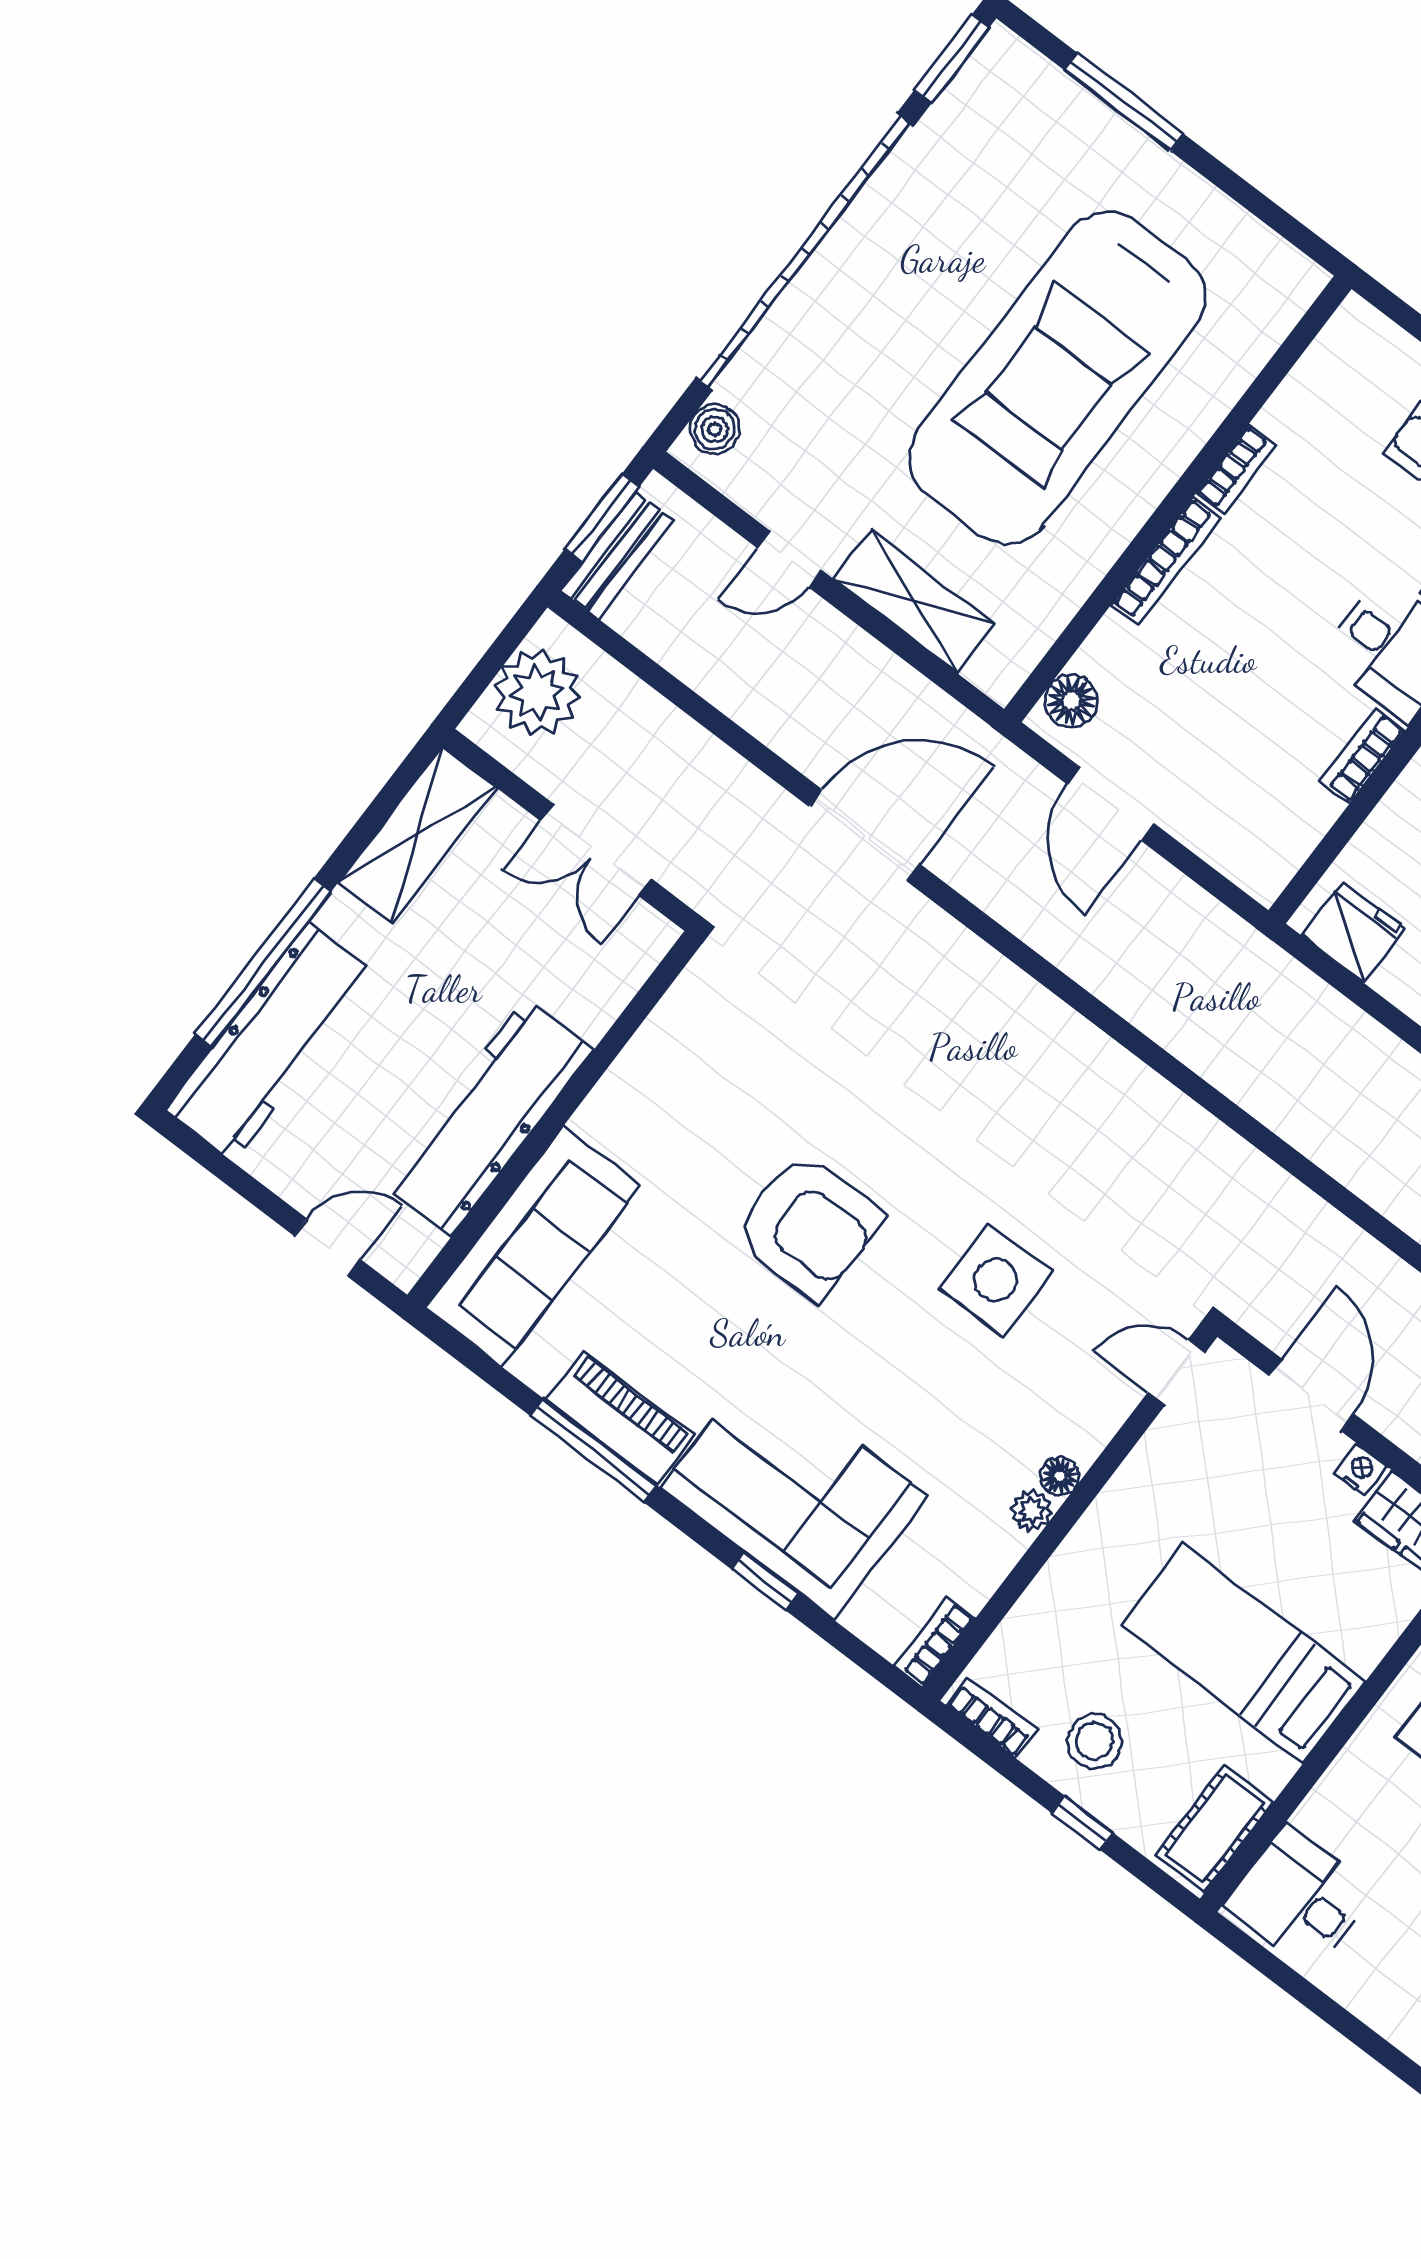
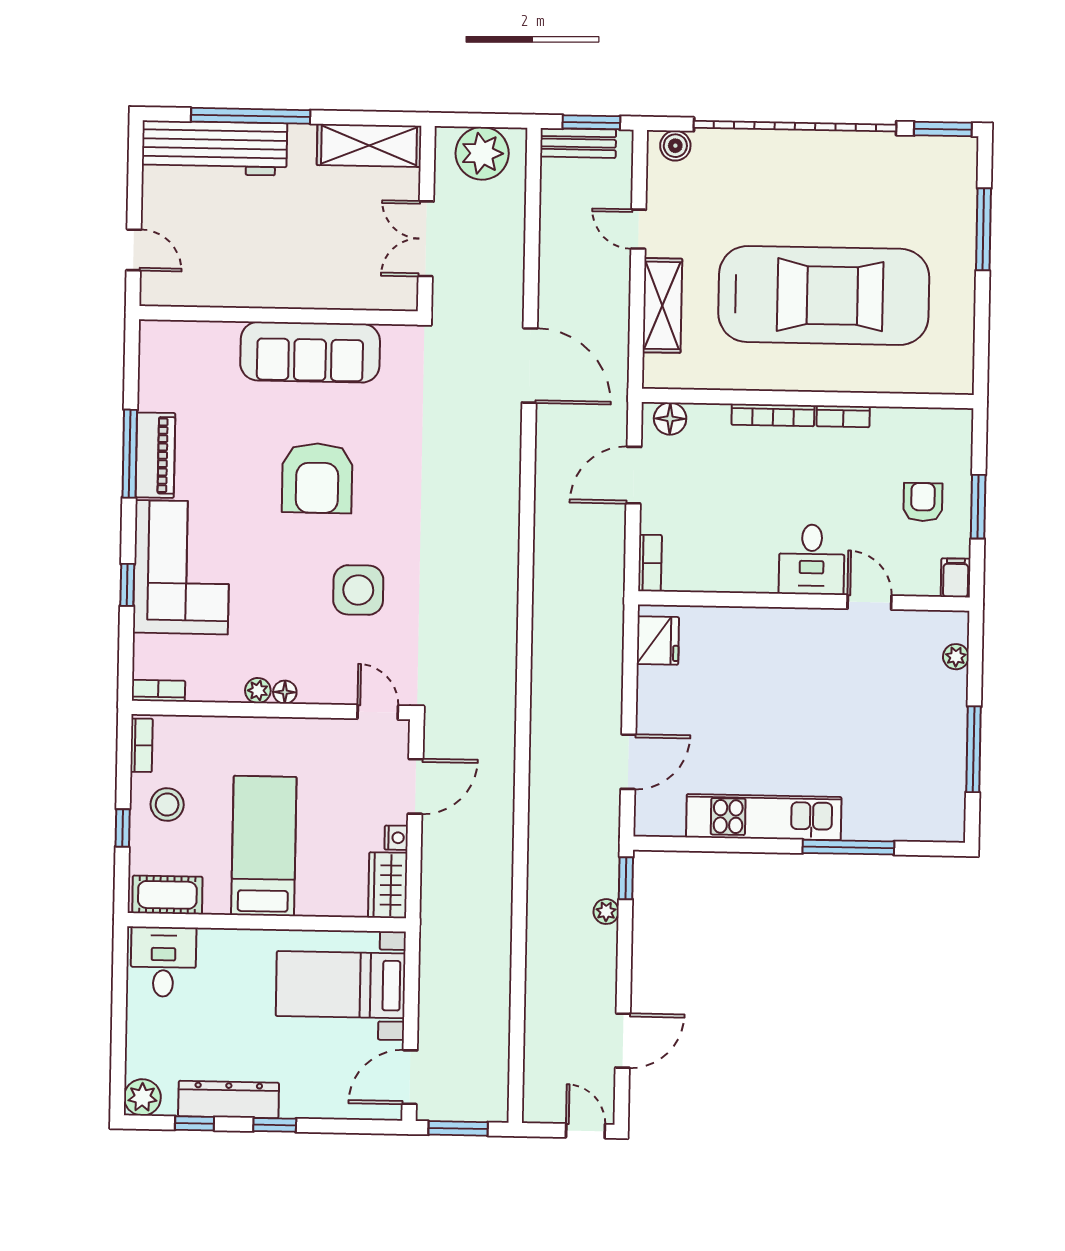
car: (1057, 378) -> (824, 295), turned 180
bookcase: (1363, 756) -> (650, 563), moved, turned 90
workbench: (489, 1117) -> (256, 282), removed
sofa: (532, 1247) -> (310, 352), moved

